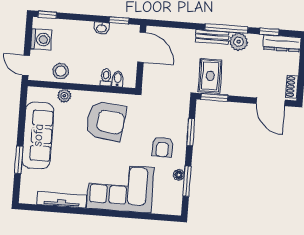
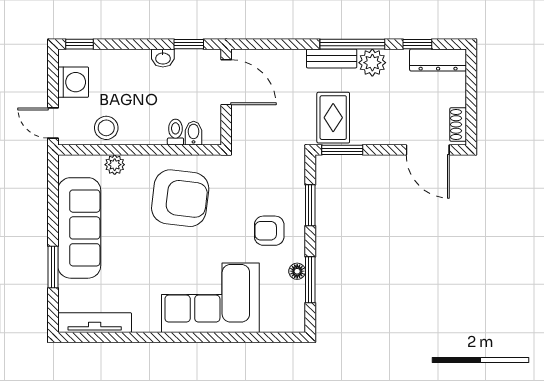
armchair: (162, 147) -> (269, 231), turned 90
tv unit: (62, 200) -> (95, 323), moved

